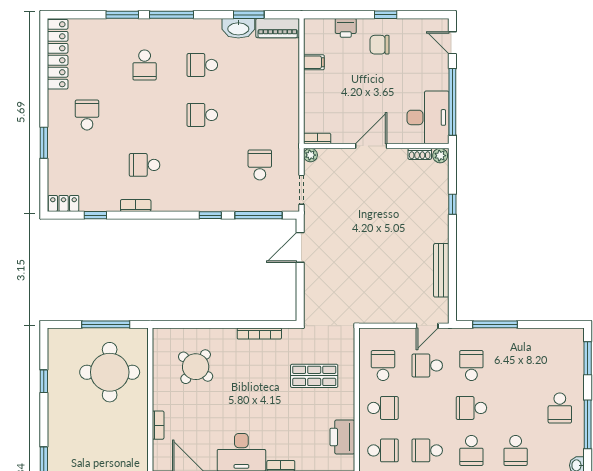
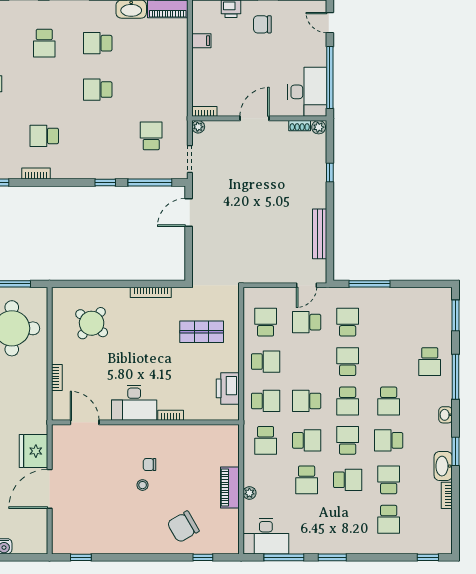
school desk: (471, 408) -> (348, 362), turned 90

